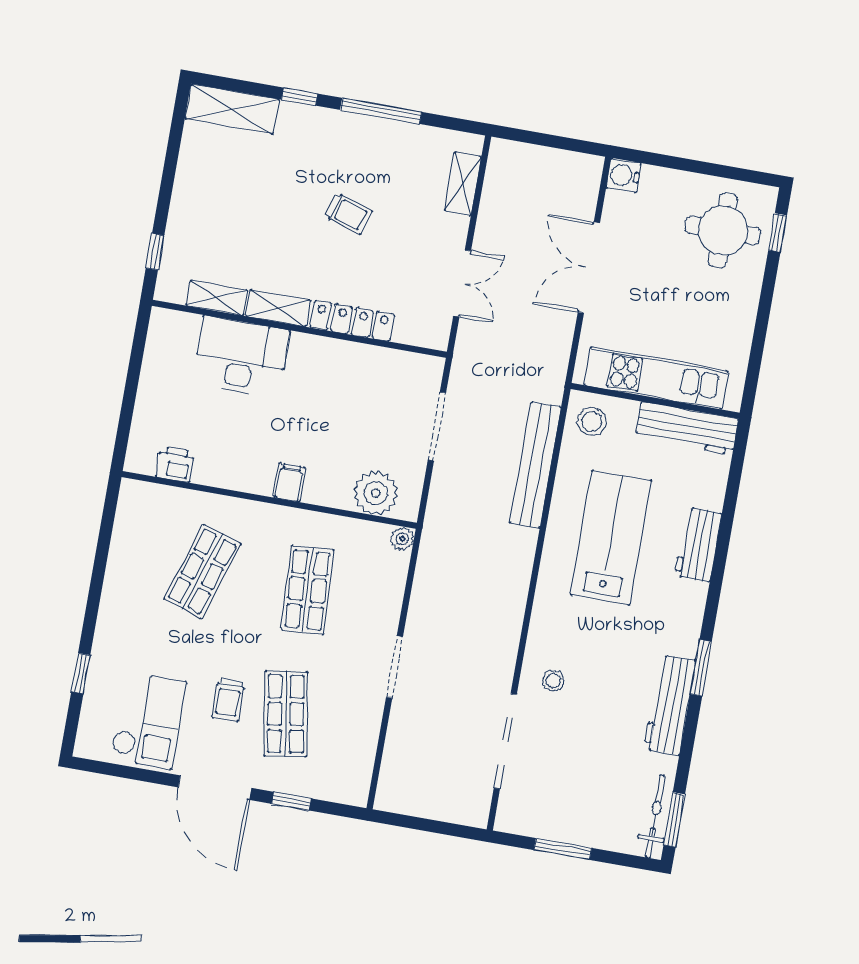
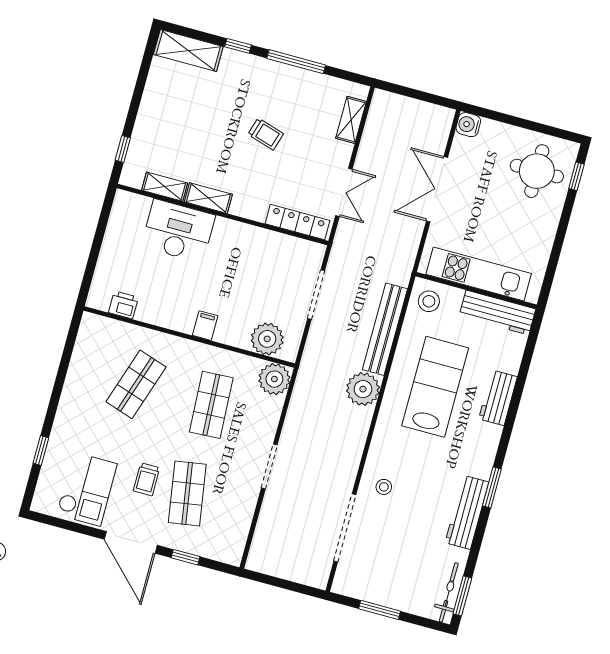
locker: (352, 321) -> (297, 222), moved
plant: (402, 539) -> (274, 379), width x1.88, depth x1.88
plant: (513, 550) -> (363, 389), added

